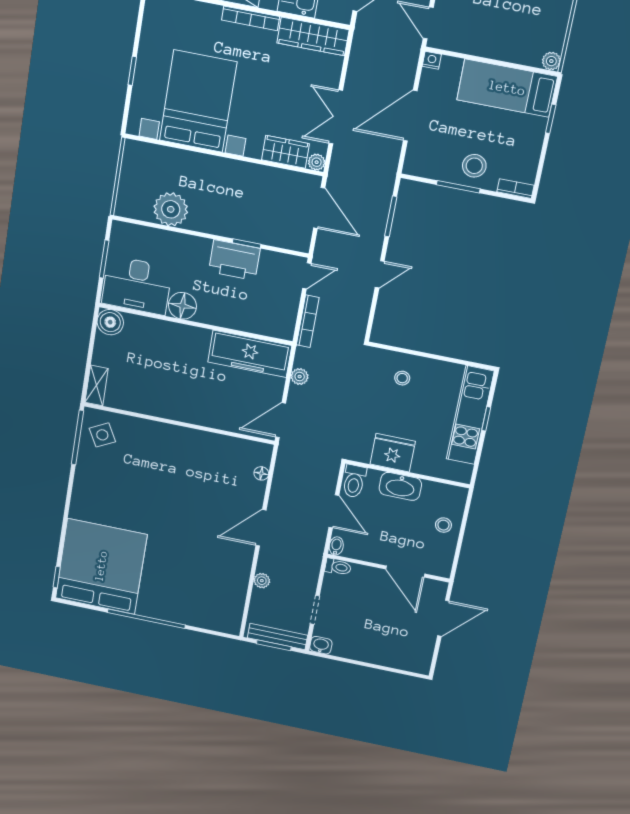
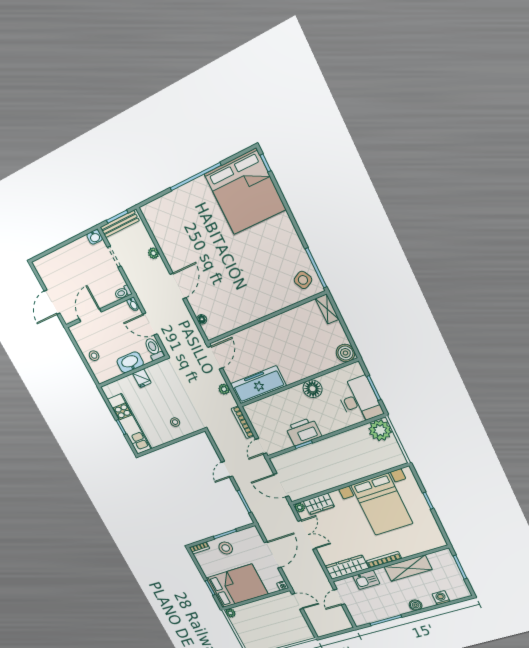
bed: (507, 88) -> (237, 586), width x1.50
plant: (171, 209) -> (380, 430), moved
desk: (137, 285) -> (359, 400), moved, turned 90
fridge: (393, 453) -> (142, 378), width x0.53, depth x0.75
door: (405, 572) -> (90, 315), hinge flipped

